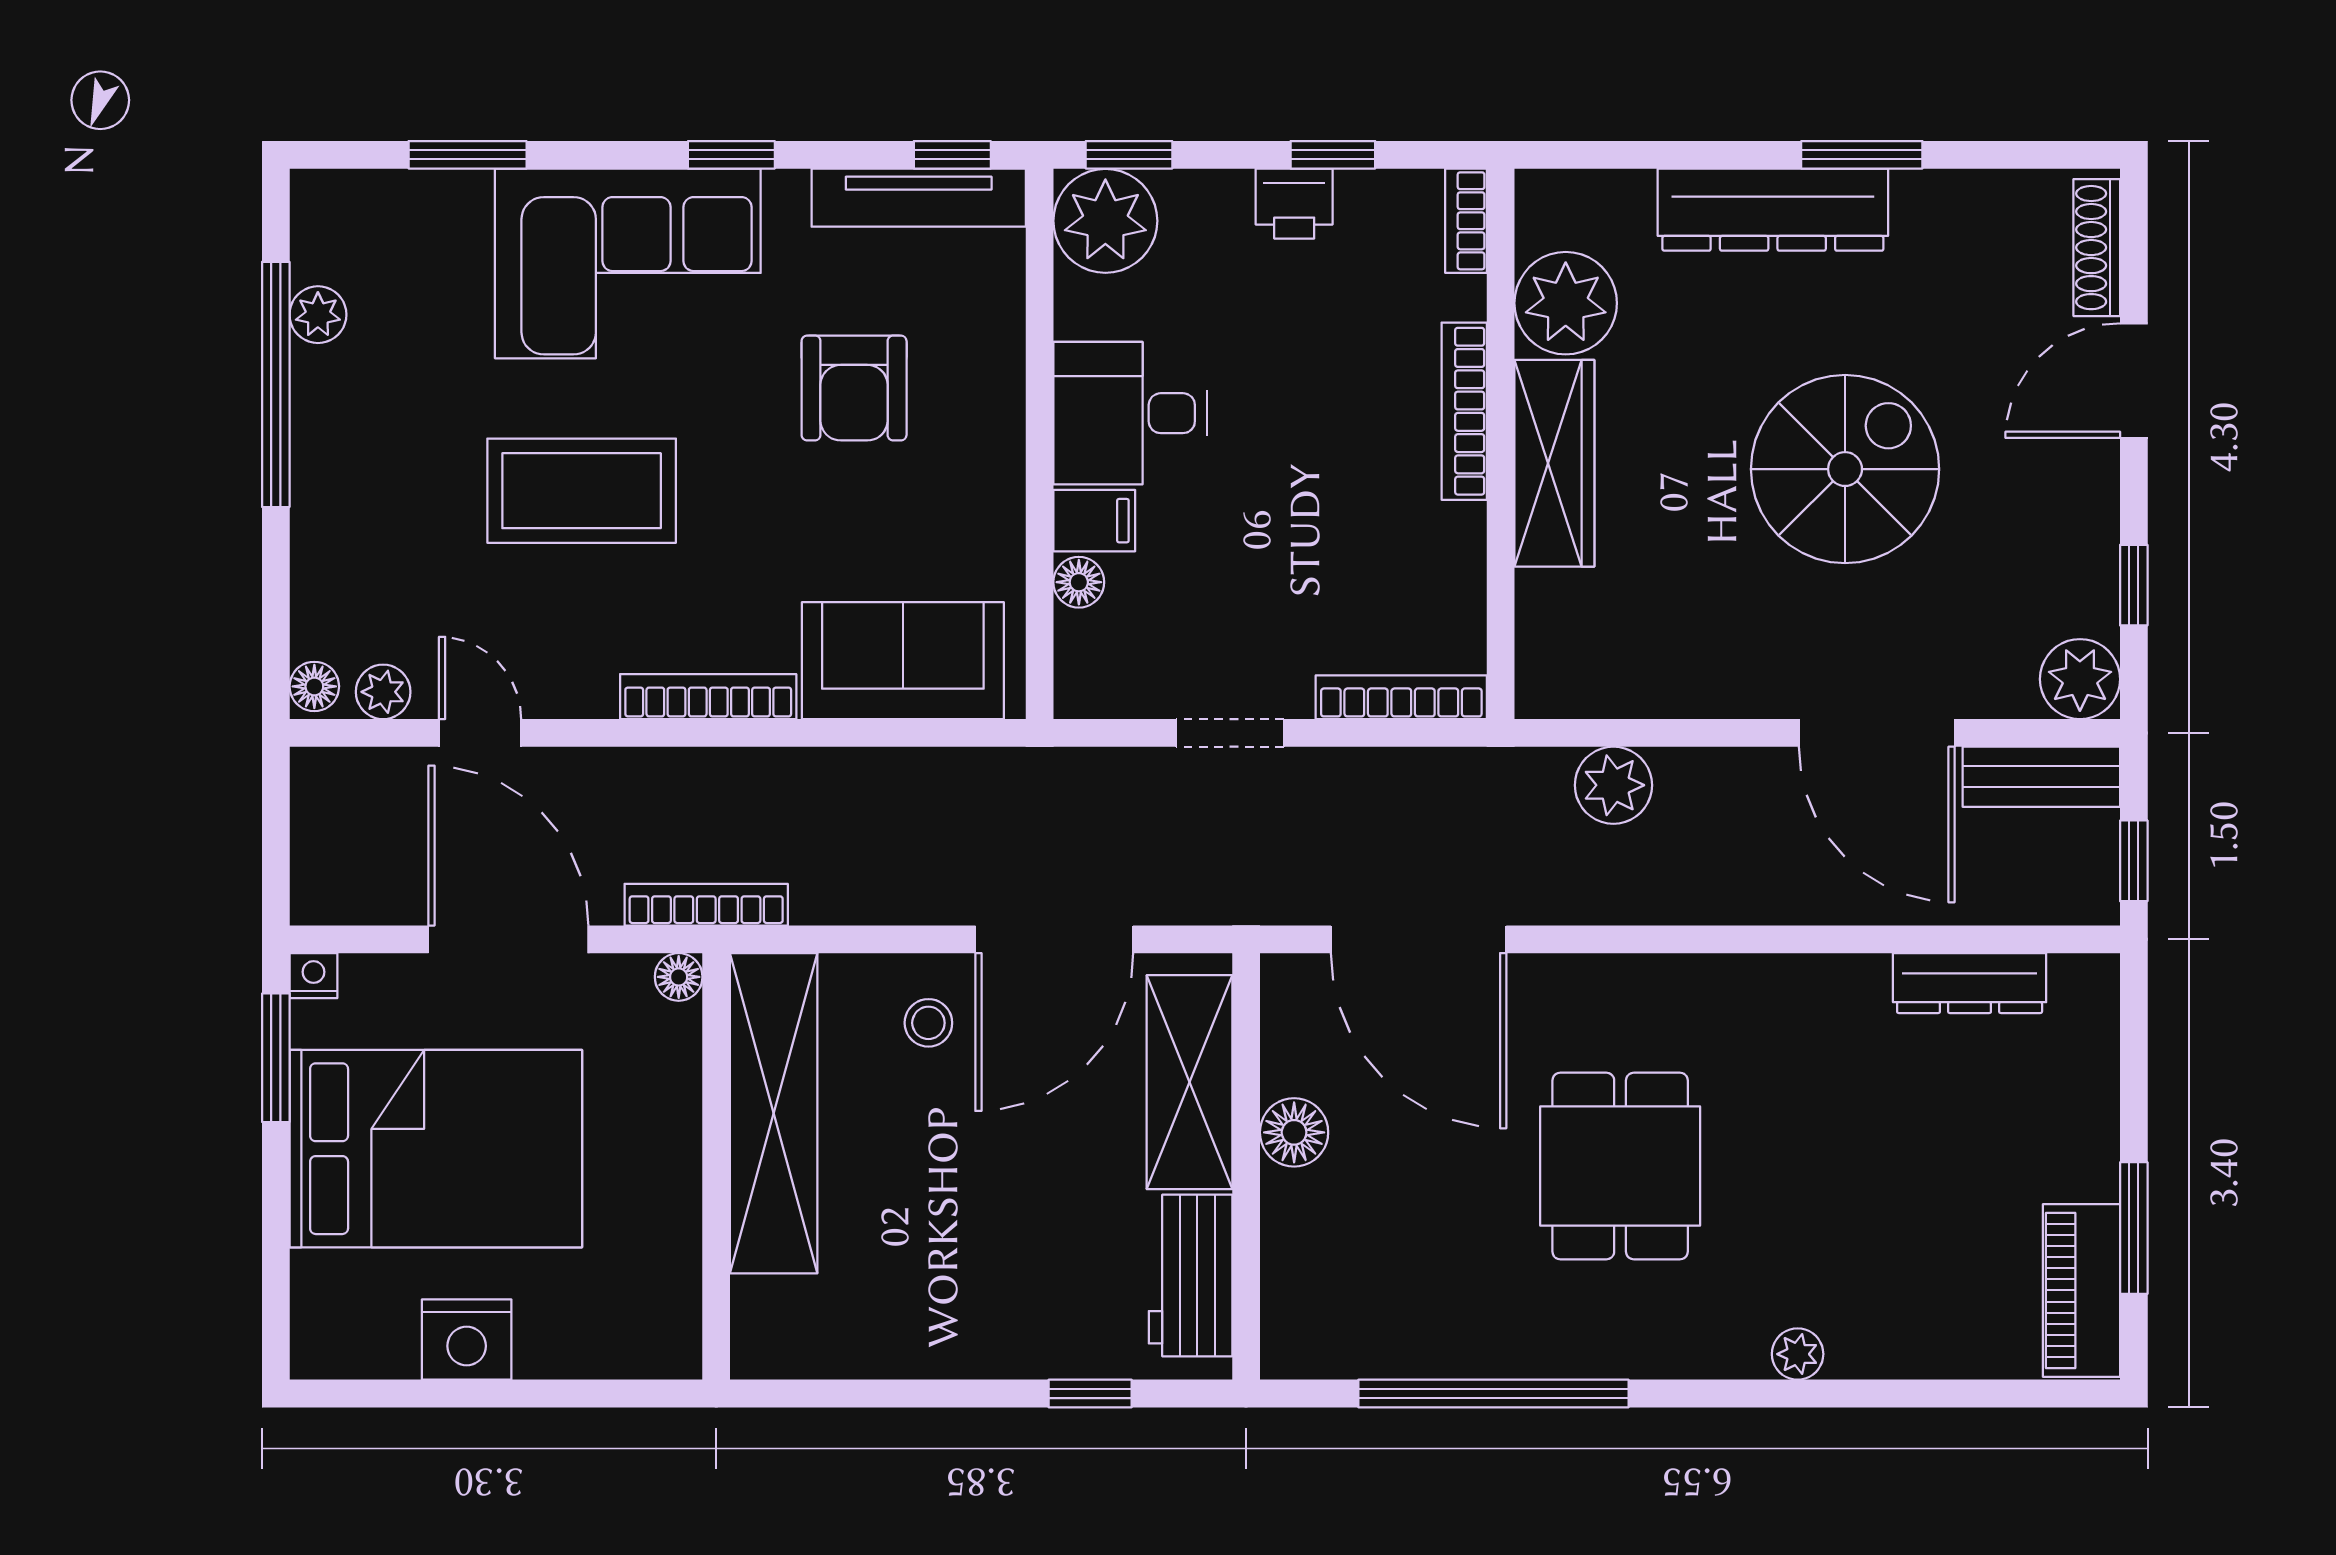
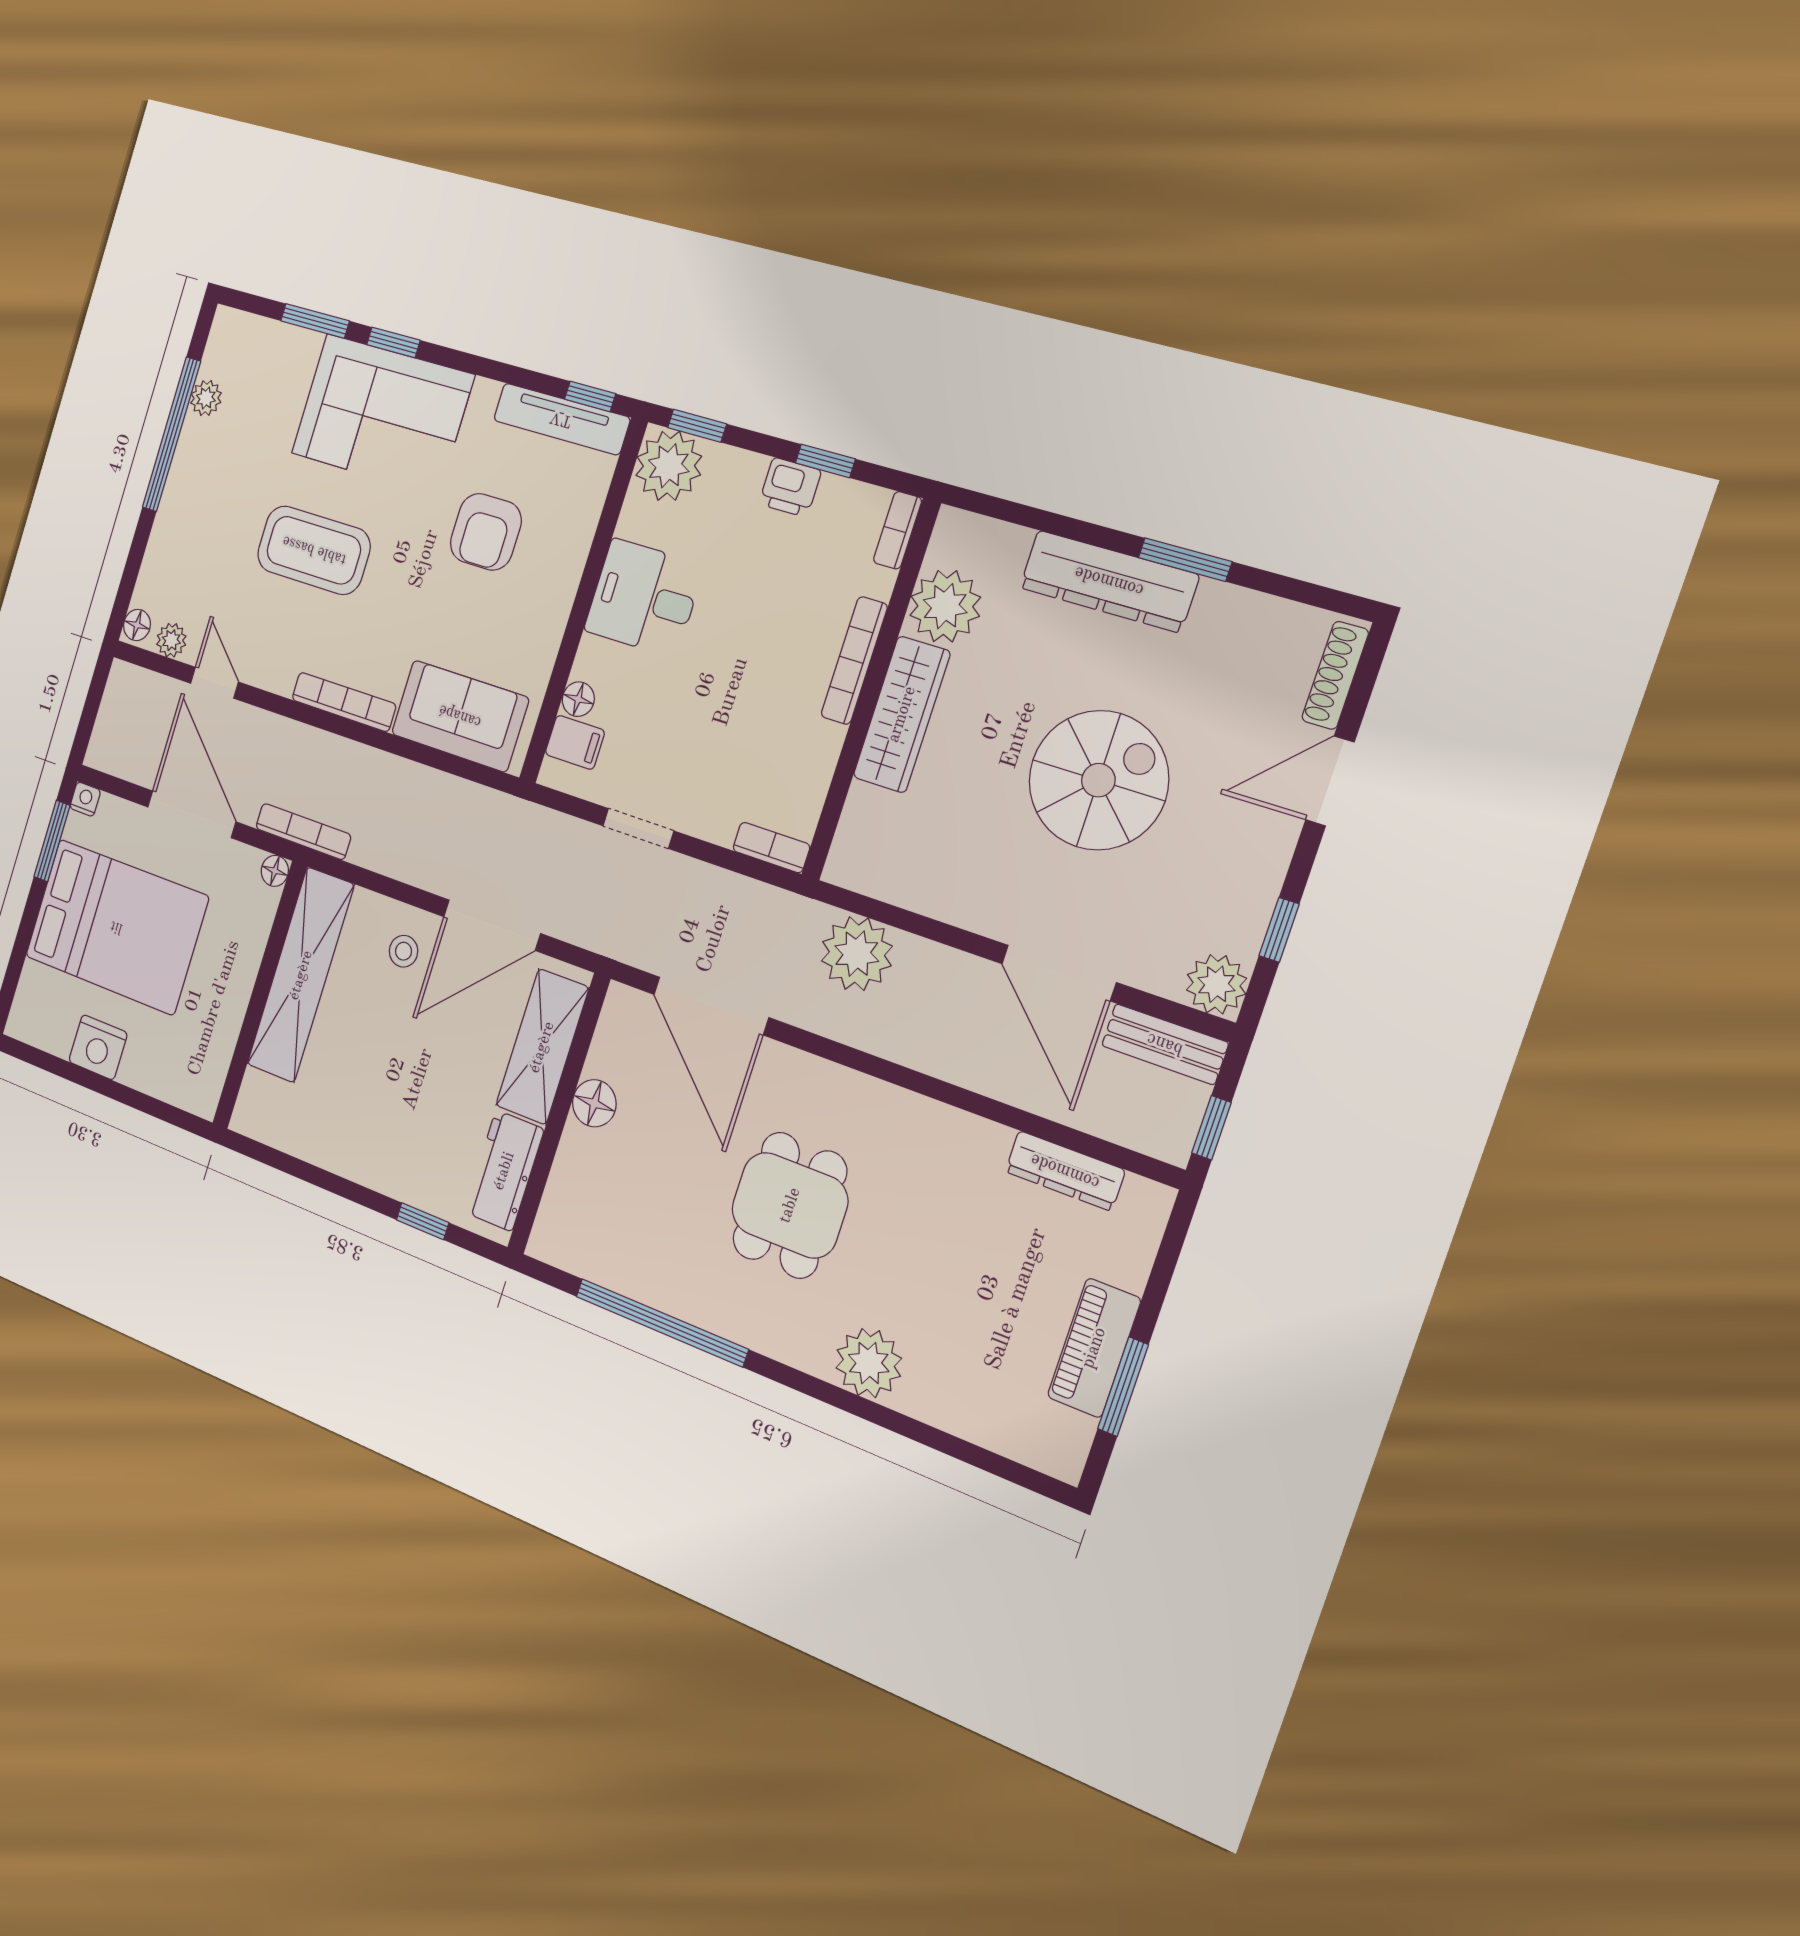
window: (731, 155) -> (393, 342), moved
filing cabinet: (1094, 521) -> (575, 742), moved
bookcase: (1401, 697) -> (771, 848), width x0.64
plant: (1613, 785) -> (857, 954), width x1.36, depth x1.36
piano: (2081, 1290) -> (1094, 1348), moved
plant: (1798, 1354) -> (869, 1363), width x1.88, depth x1.88

